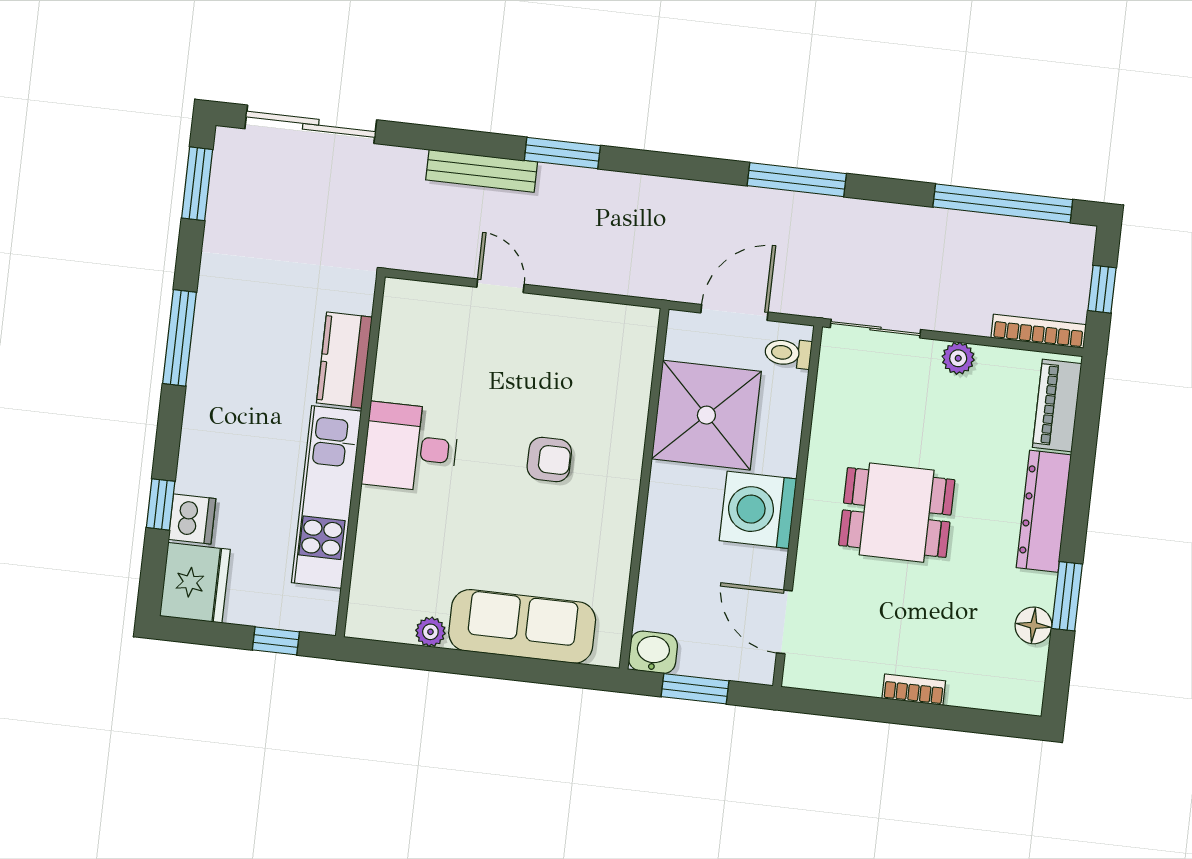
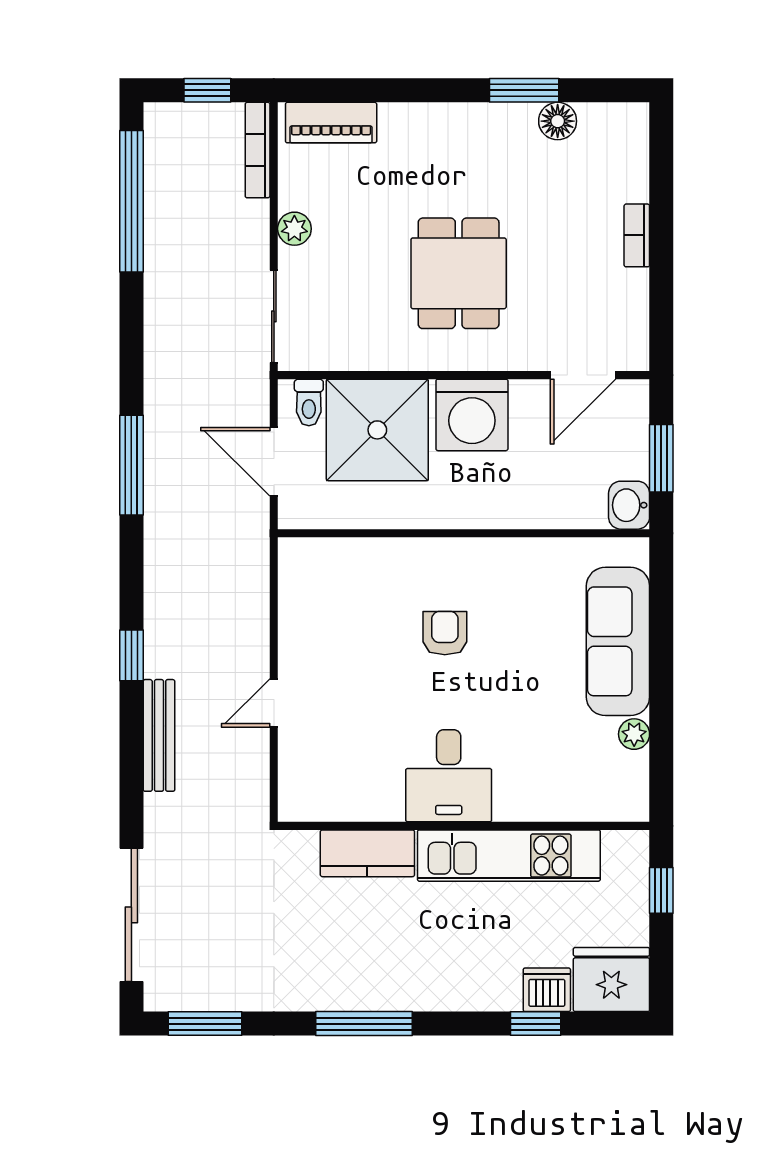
window: (562, 153) -> (131, 655), width x0.67
window: (797, 180) -> (131, 465), moved
shower: (706, 415) -> (377, 430), moved
dresser: (1044, 511) -> (440, 124), removed

